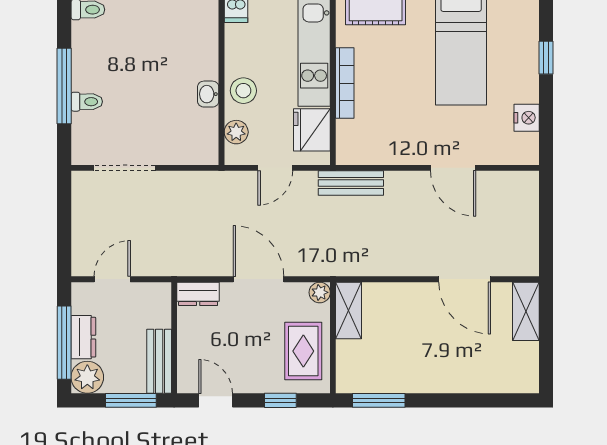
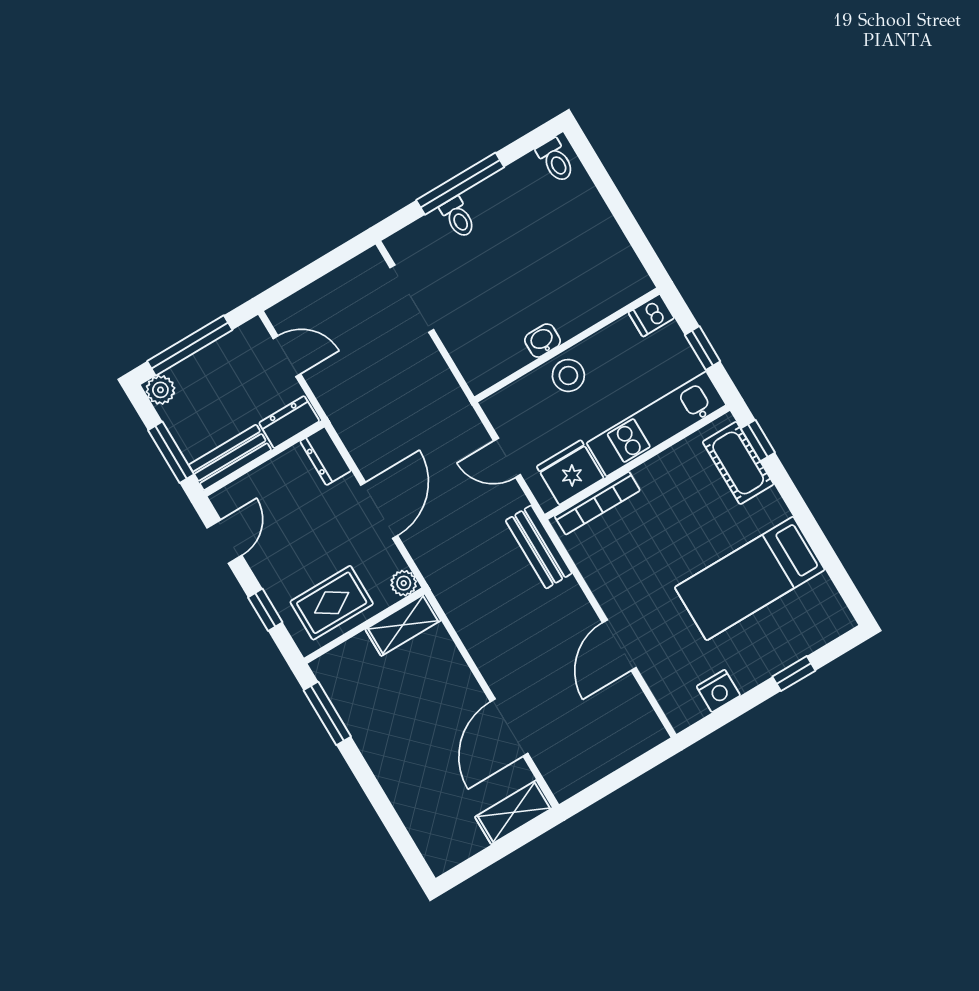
bookcase: (345, 83) -> (597, 503), moved
plant: (236, 132) -> (520, 394), removed
dresser: (83, 337) -> (289, 422), moved, turned 180
plant: (87, 377) -> (160, 390), width x0.73, depth x0.73

